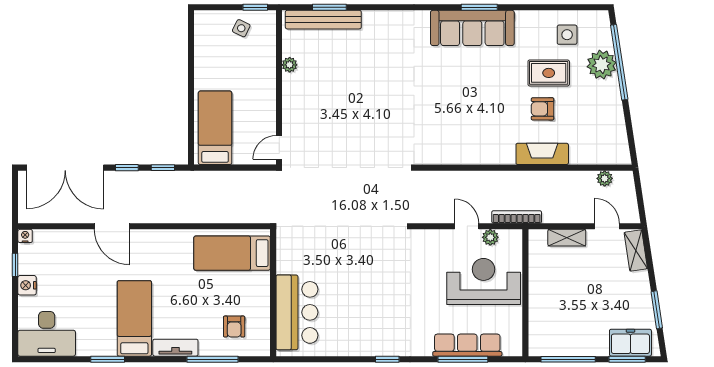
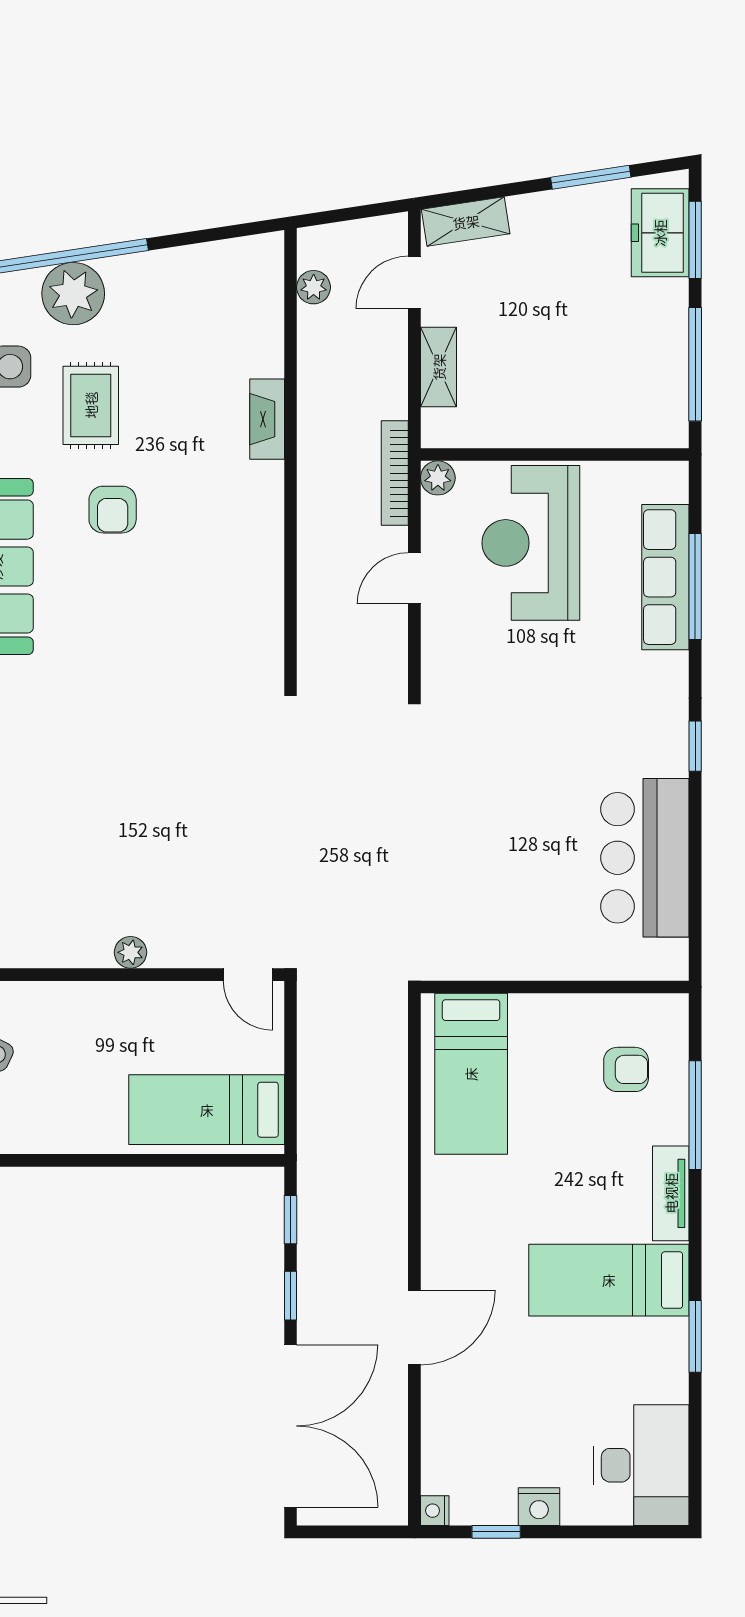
plant: (290, 65) -> (131, 952), moved
armchair: (543, 109) -> (113, 510), moved
fireplace: (542, 154) -> (267, 419), width x0.73, depth x0.76
plant: (490, 237) -> (438, 478), moved
bar counter: (297, 312) -> (645, 858), moved, turned -90

